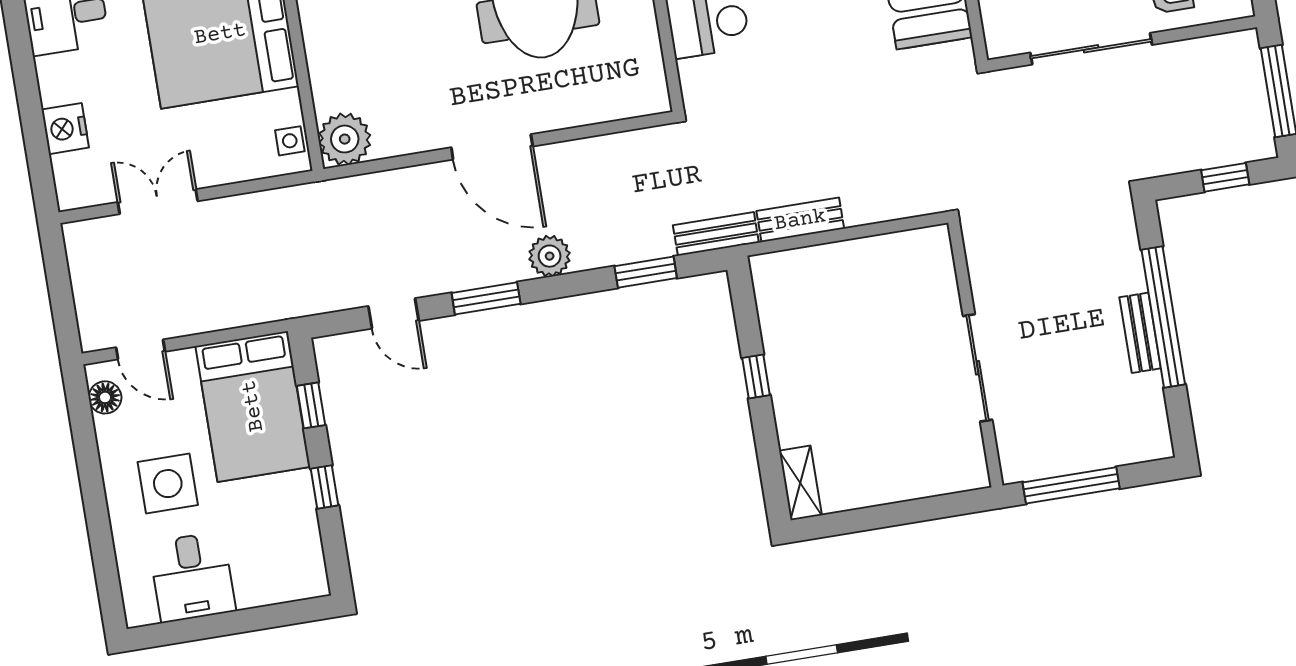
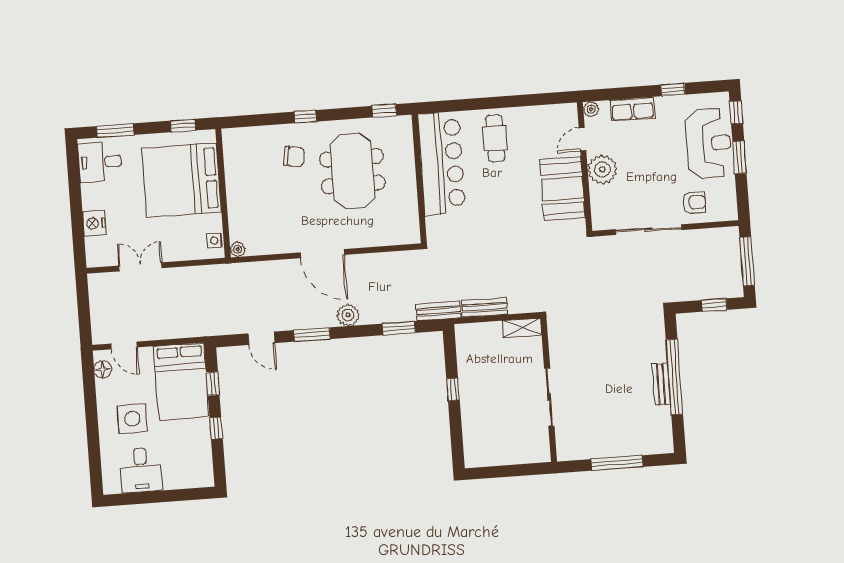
plant: (345, 139) -> (238, 249), width x0.53, depth x0.53
wall: (975, 354) -> (549, 390), moved
sliding door: (978, 368) -> (549, 397), moved
shelving: (800, 483) -> (522, 328), moved, turned 90

